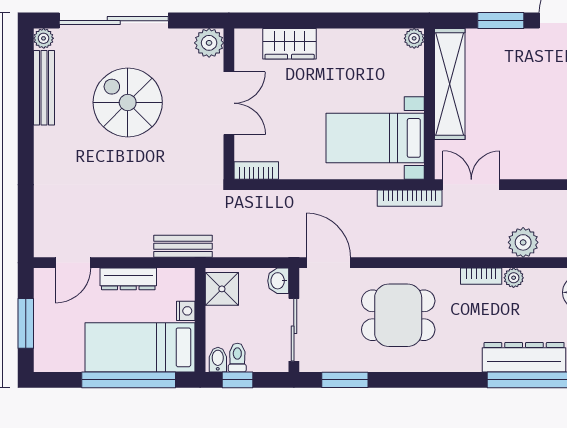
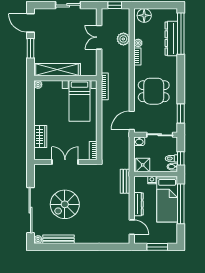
plant: (209, 43) -> (40, 170), removed
double door: (471, 185) -> (99, 37), moved
dining table: (398, 315) -> (154, 91), turned 90

